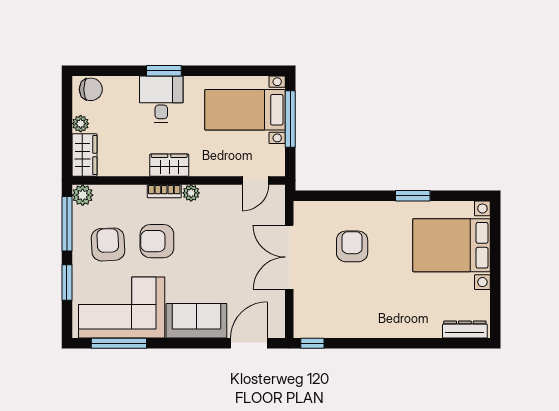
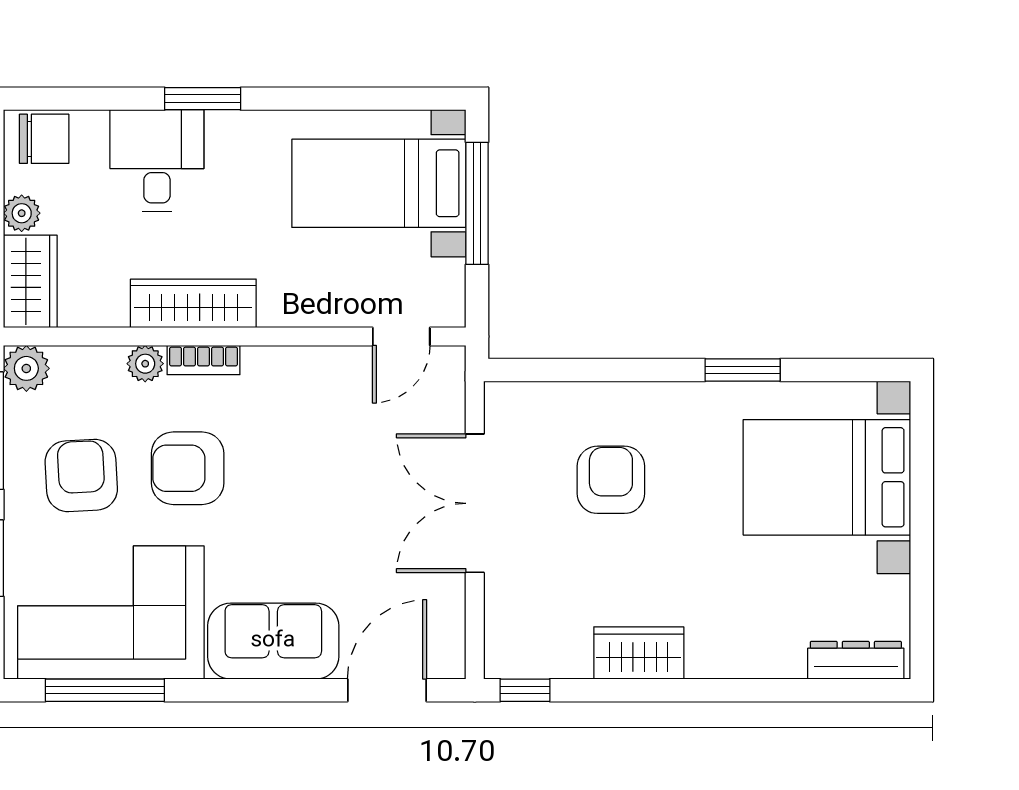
desk: (161, 99) -> (157, 160), moved
wardrobe: (169, 165) -> (193, 303), width x1.50
plant: (191, 193) -> (145, 364), moved
wardrobe: (365, 326) -> (639, 653), added

